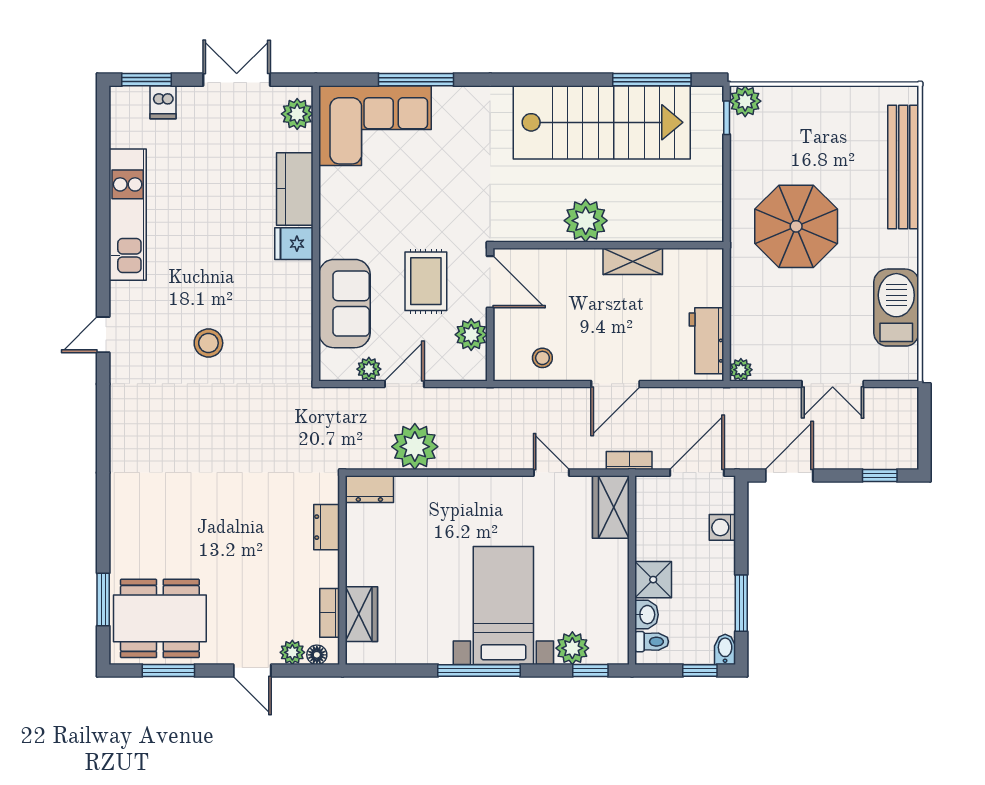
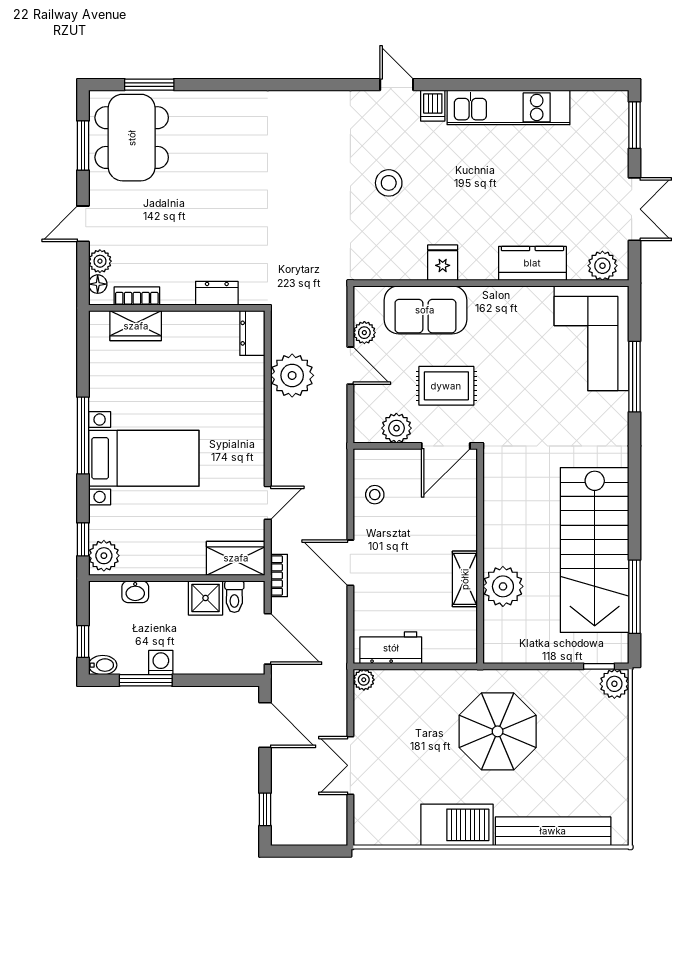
dishwasher: (163, 102) -> (433, 106), moved, turned -90
plant: (586, 221) -> (503, 586), moved
fridge: (294, 244) -> (443, 263), moved
barbecue: (896, 308) -> (457, 825), moved
washing machine: (722, 527) -> (161, 663), moved
shower: (653, 580) -> (206, 598), moved
toilet: (652, 642) -> (234, 597), moved
plant: (572, 648) -> (104, 556), moved

